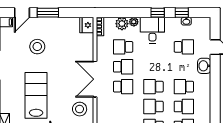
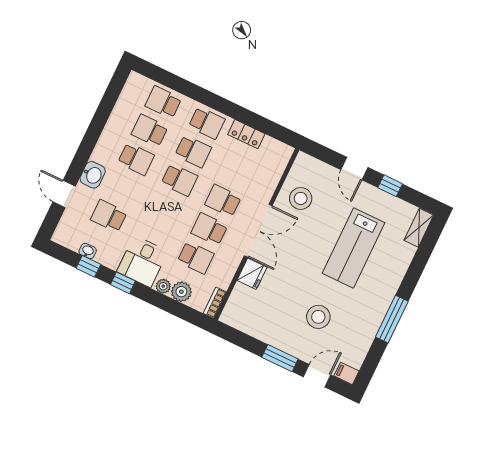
fridge: (87, 25) -> (252, 274), moved

